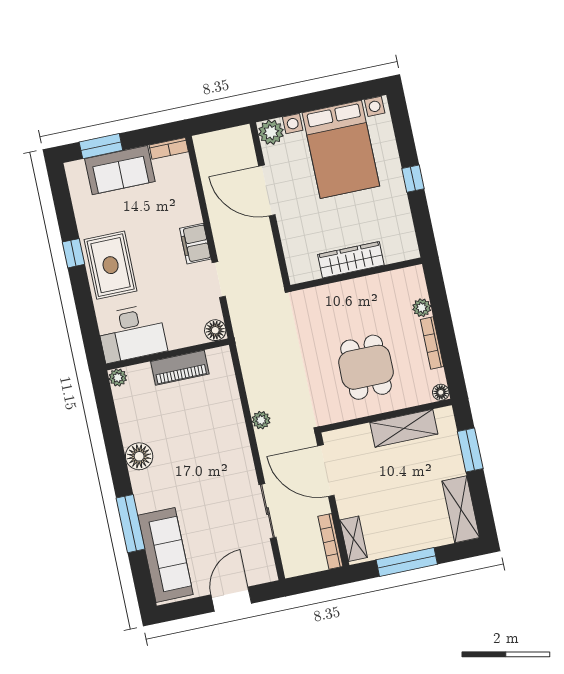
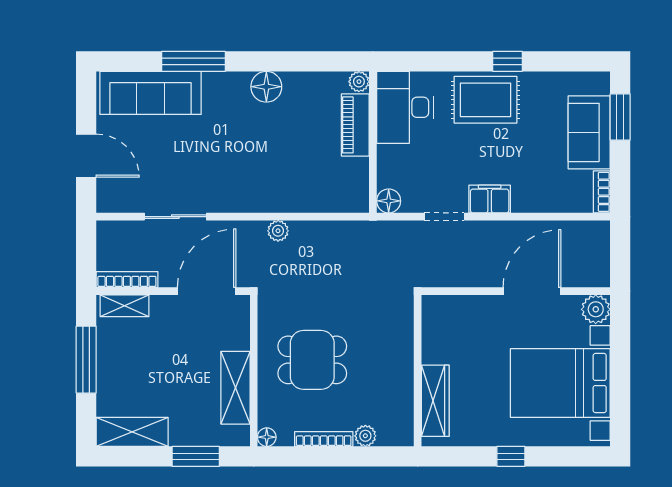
wardrobe: (351, 260) -> (435, 401), moved
piano: (180, 368) -> (355, 125), moved

